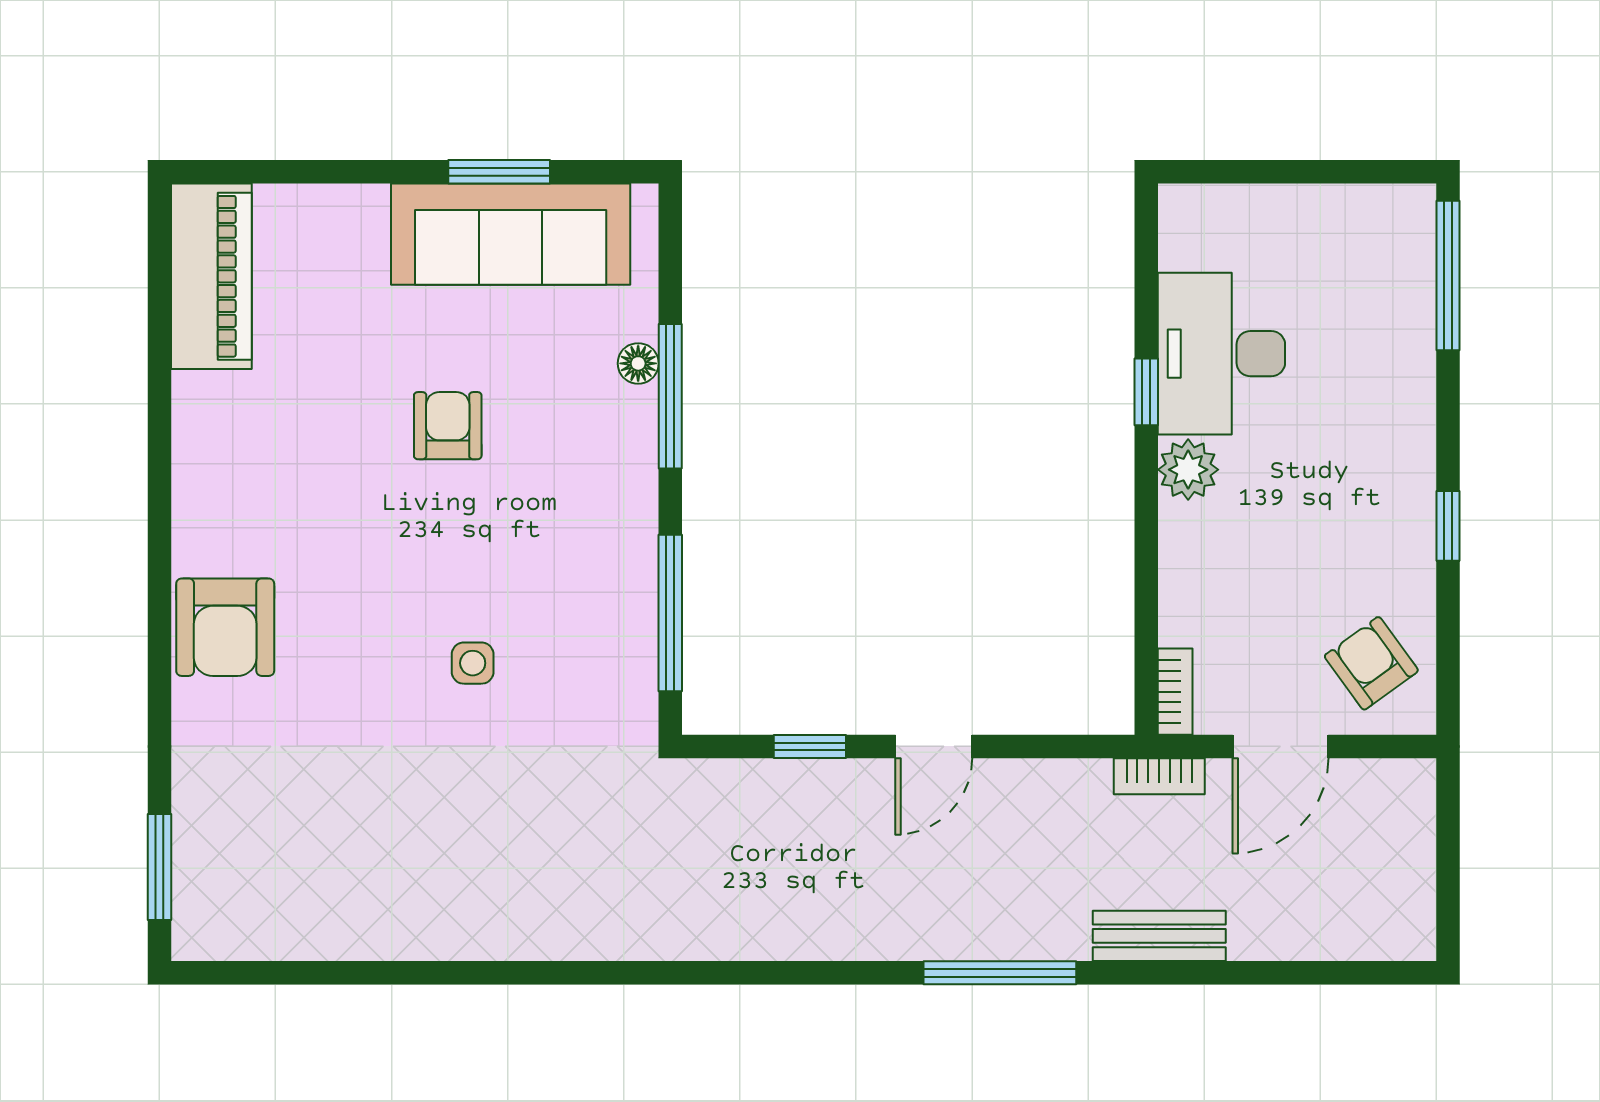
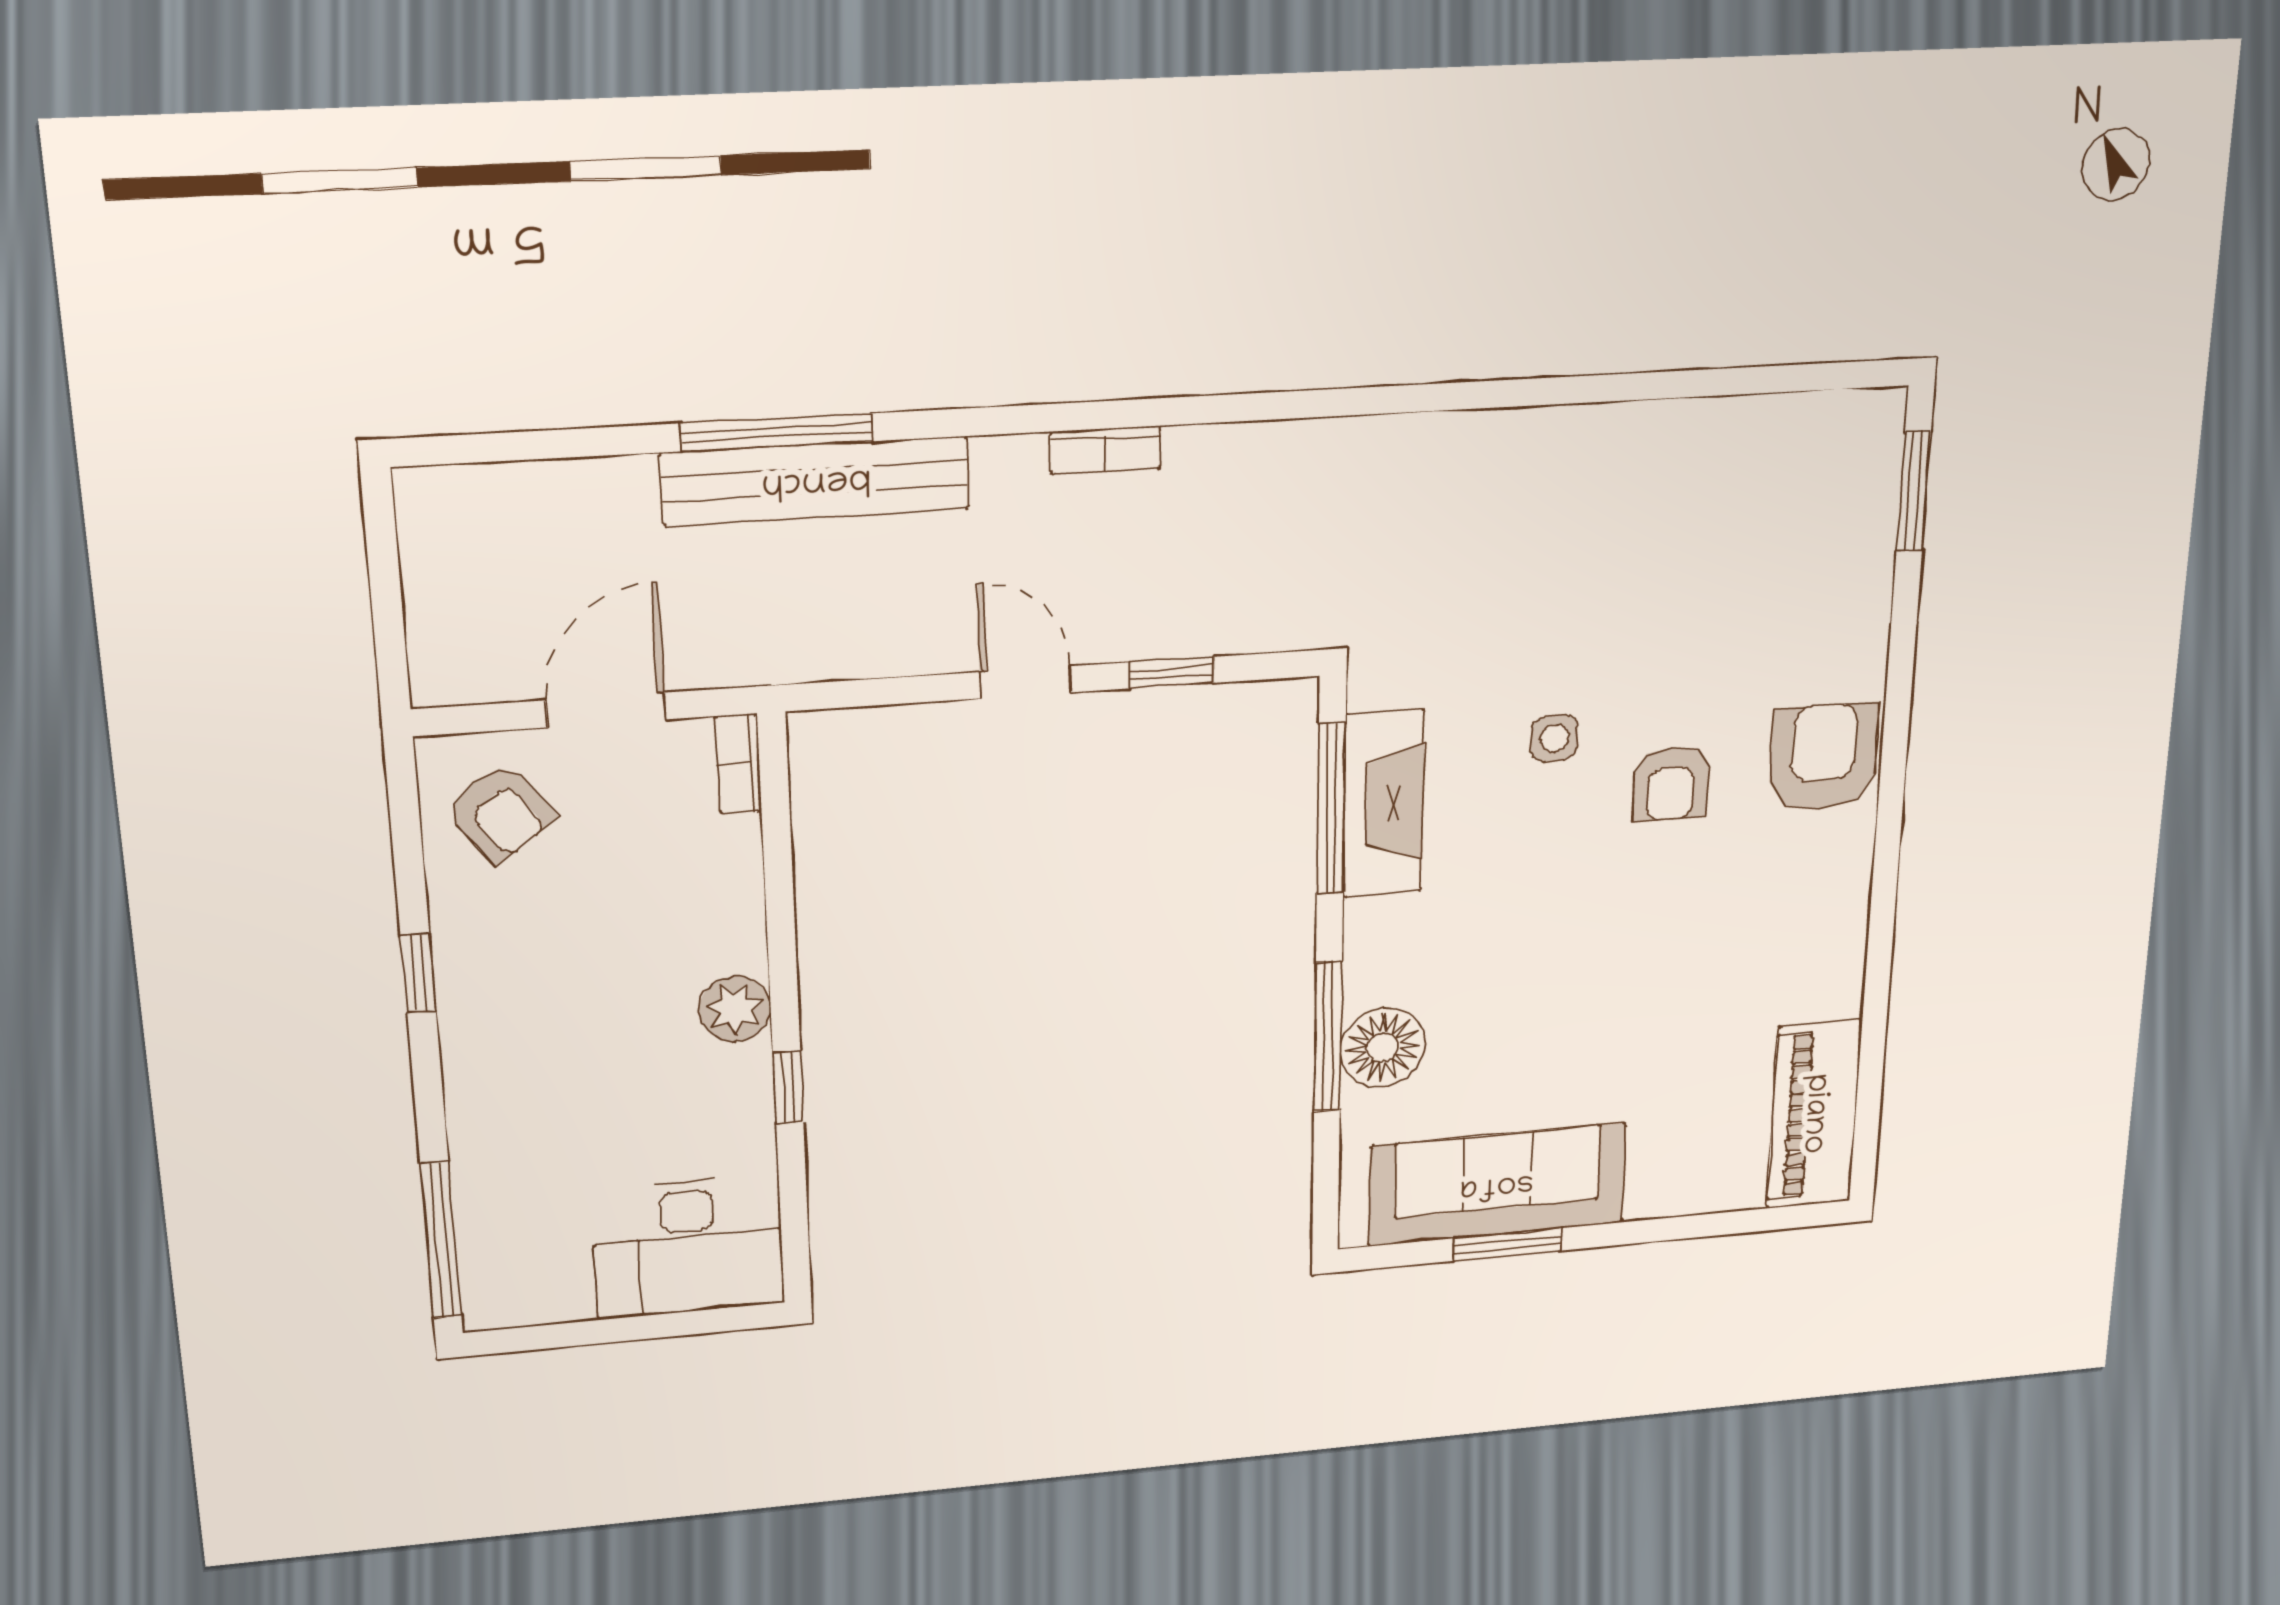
desk: (1221, 354) -> (688, 1247), moved, turned 90
floor lamp: (638, 363) -> (1383, 1047), width x1.89, depth x1.89
armchair: (448, 426) -> (1671, 784), moved
fireplace: (624, 614) -> (1384, 804), added
door: (934, 746) -> (1026, 682), hinge flipped
bookcase: (1159, 776) -> (1106, 450), moved, turned 180
bench: (1159, 936) -> (816, 481), width x1.86, depth x1.21
window: (1000, 973) -> (777, 432), moved

